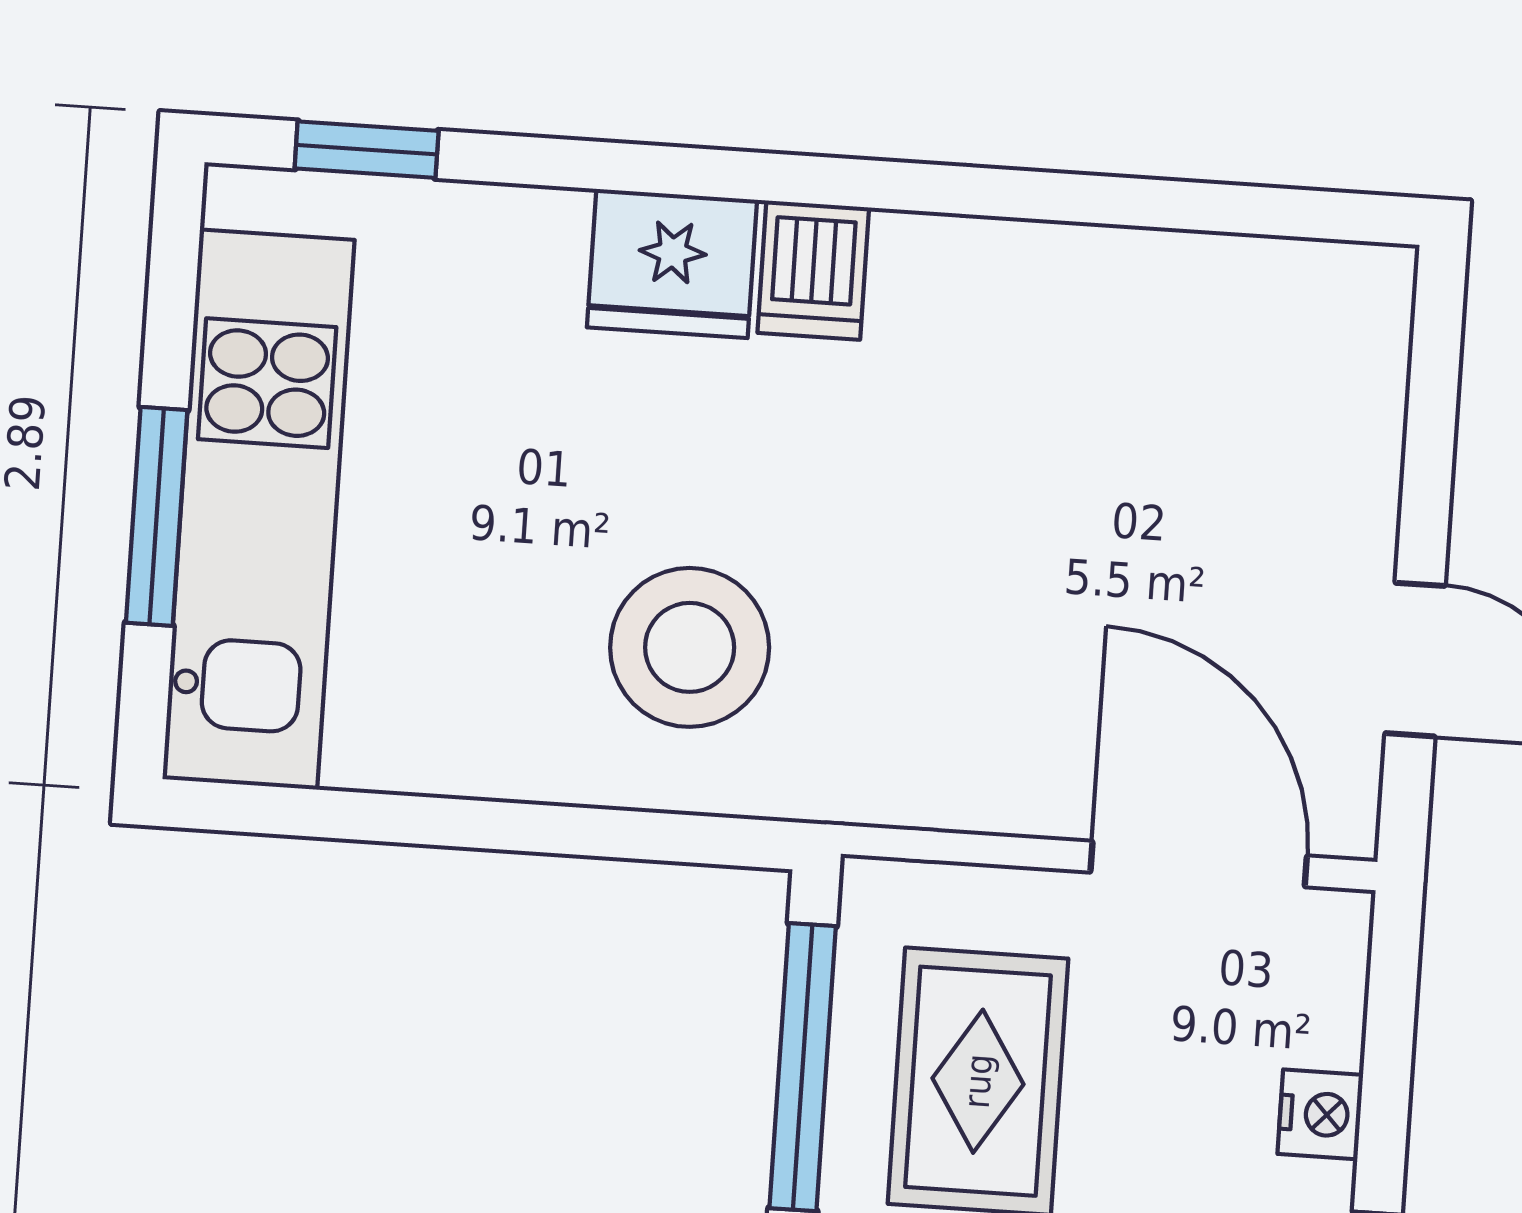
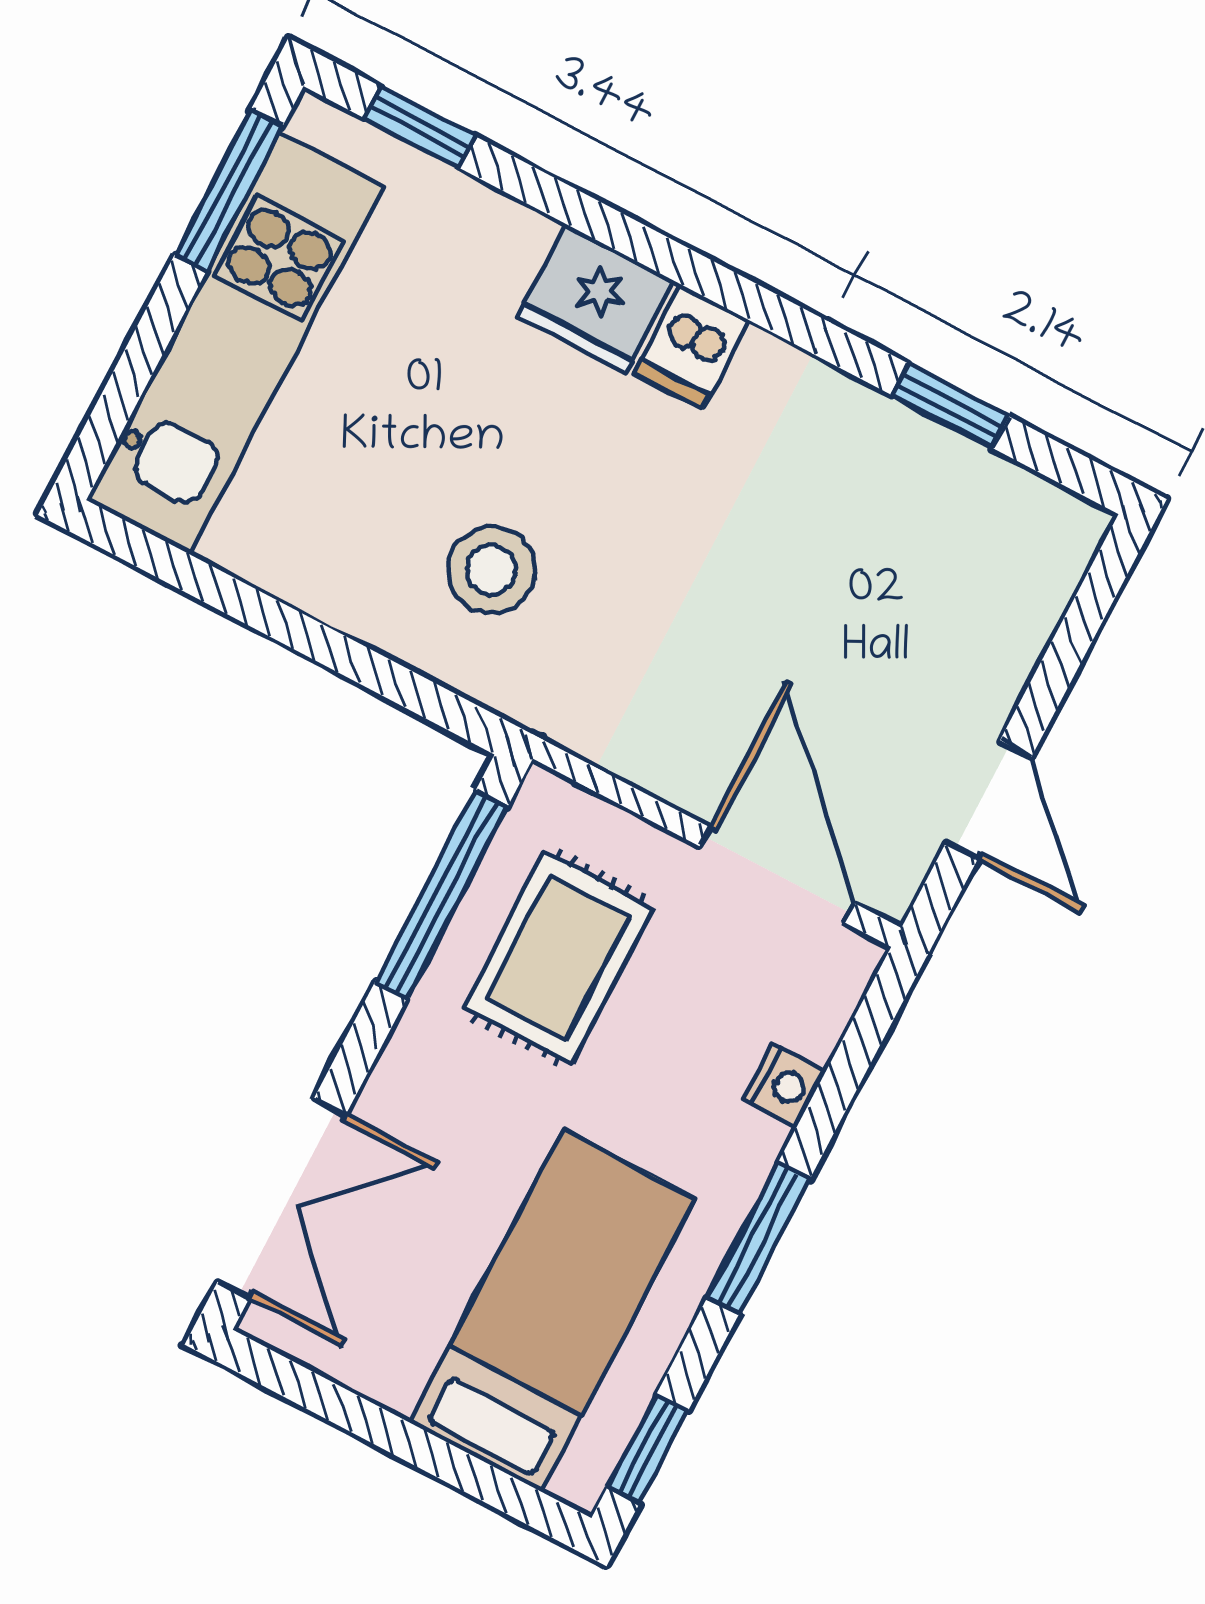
window: (1158, 204) -> (951, 406), added
window: (157, 516) -> (228, 191), moved
stool: (690, 647) -> (491, 570), width x0.73, depth x0.73

